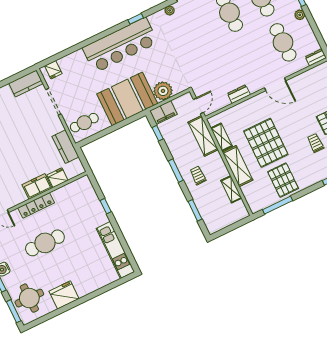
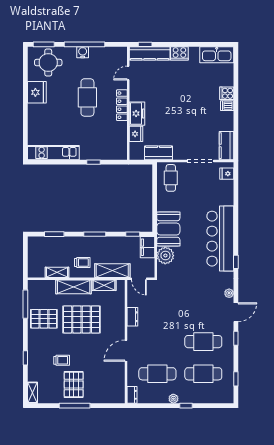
booth: (127, 99) -> (168, 229), width x0.73, depth x0.70
trolley: (198, 175) -> (82, 263), moved

